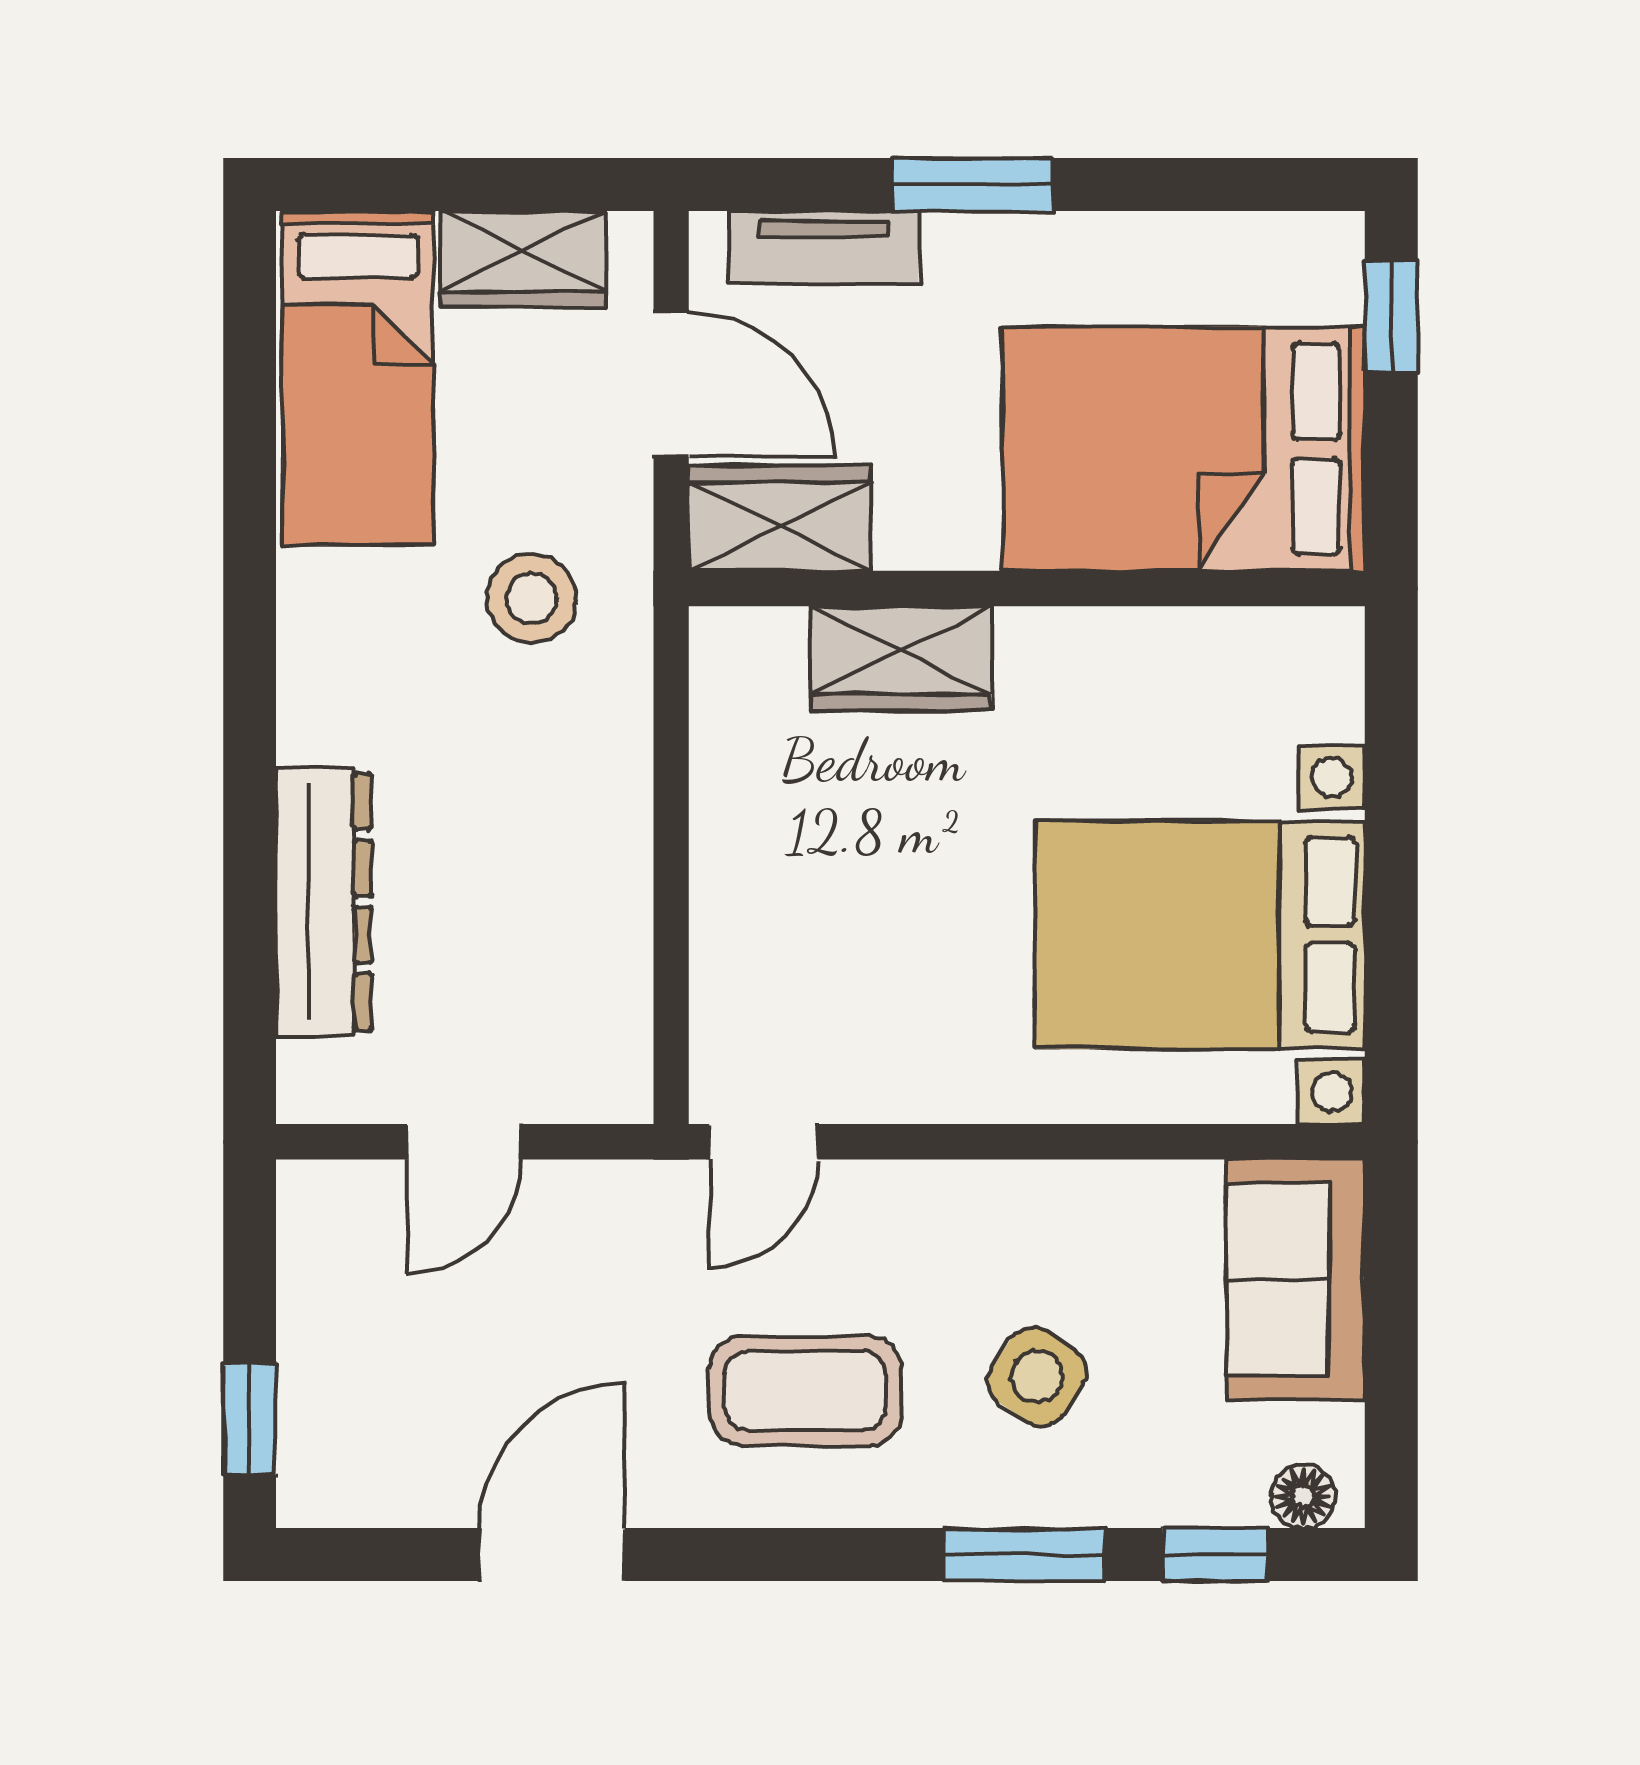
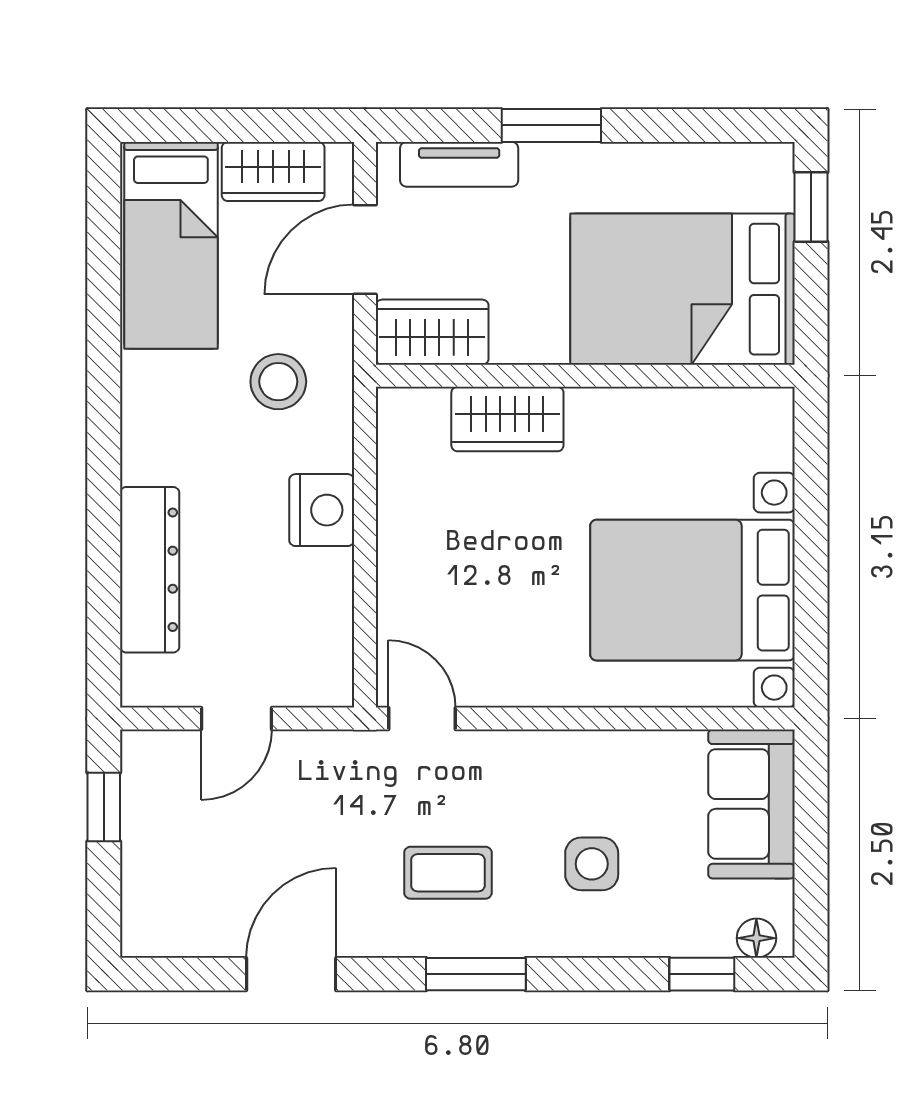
door: (671, 385) -> (365, 249), swing flipped
nightstand: (601, 805) -> (322, 510), added
door: (763, 1142) -> (422, 718), swing flipped
side table: (1037, 1377) -> (592, 864), turned -33
coffee table: (805, 1391) -> (448, 873), width x0.73, depth x0.77
window: (250, 1419) -> (104, 807), moved
window: (1025, 1555) -> (476, 974), moved

